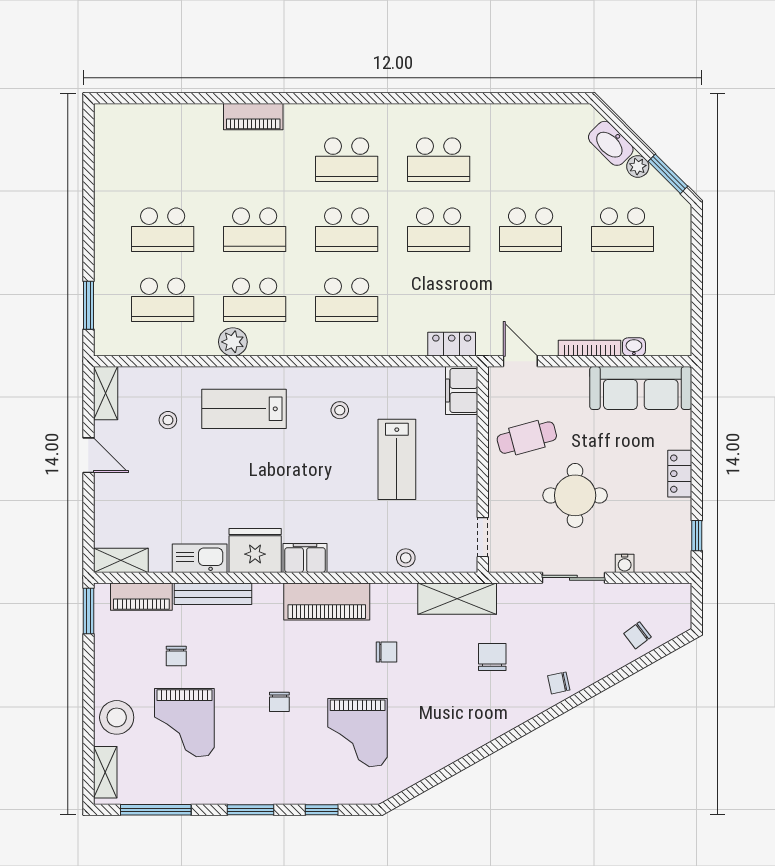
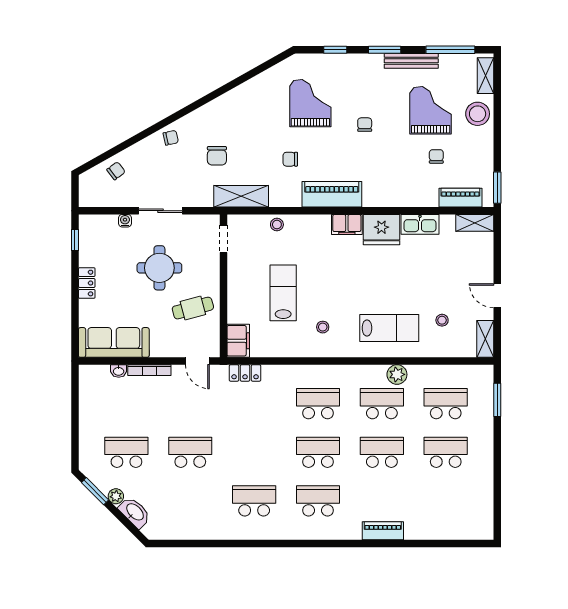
school desk: (439, 230) -> (254, 452), removed
bench: (213, 594) -> (411, 61), moved

